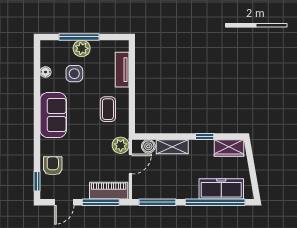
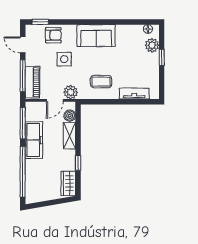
window: (79, 37) -> (162, 57), width x0.46
plant: (82, 48) -> (152, 45), moved
floor lamp: (45, 72) -> (148, 29), moved
side table: (74, 74) -> (64, 59), moved
door: (130, 164) -> (55, 100), hinge flipped
freezer: (221, 189) -> (34, 140), moved

